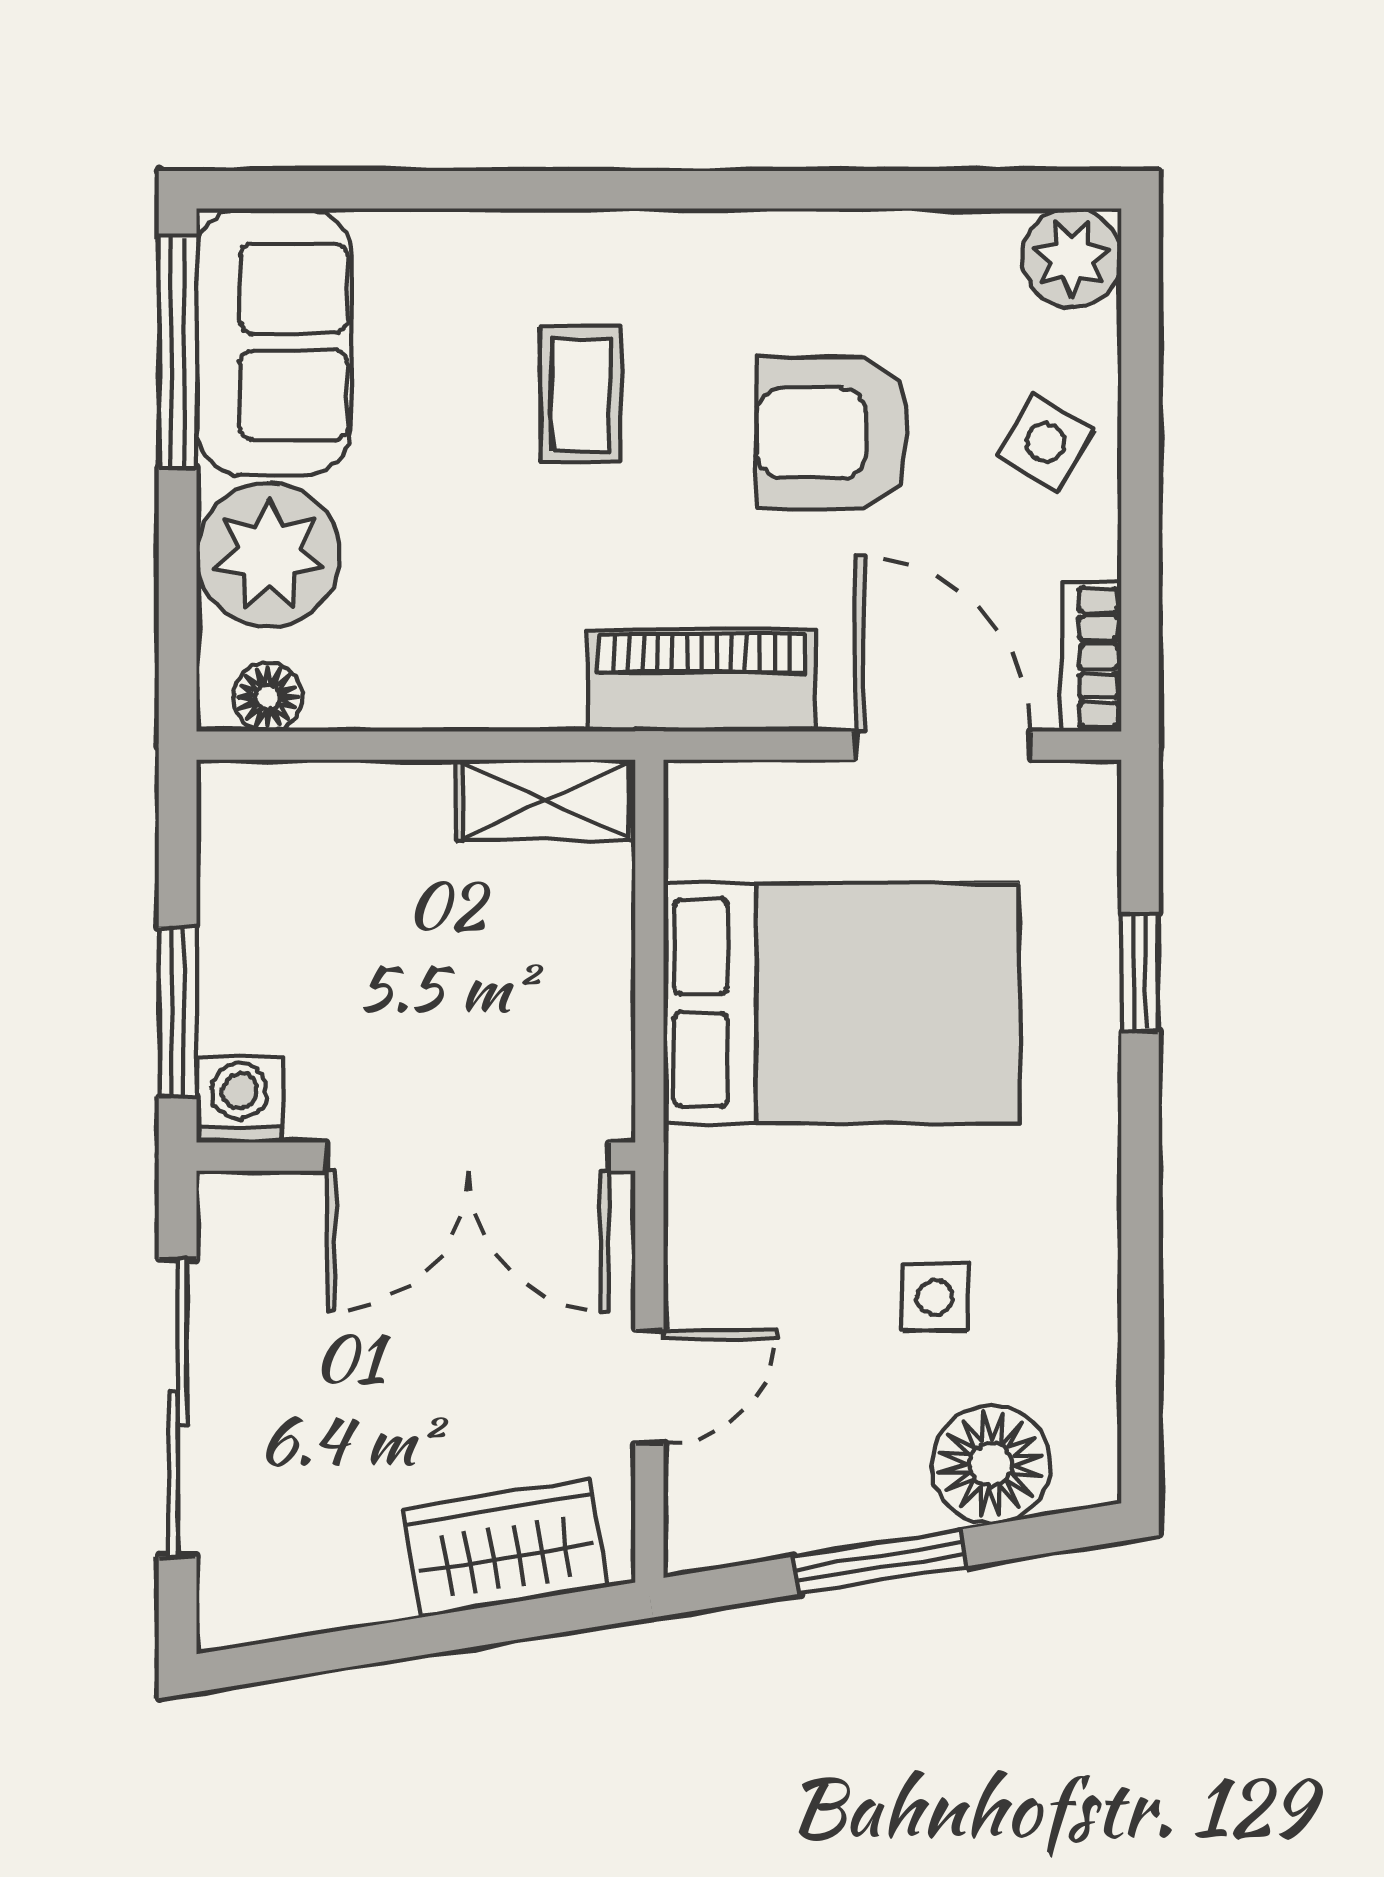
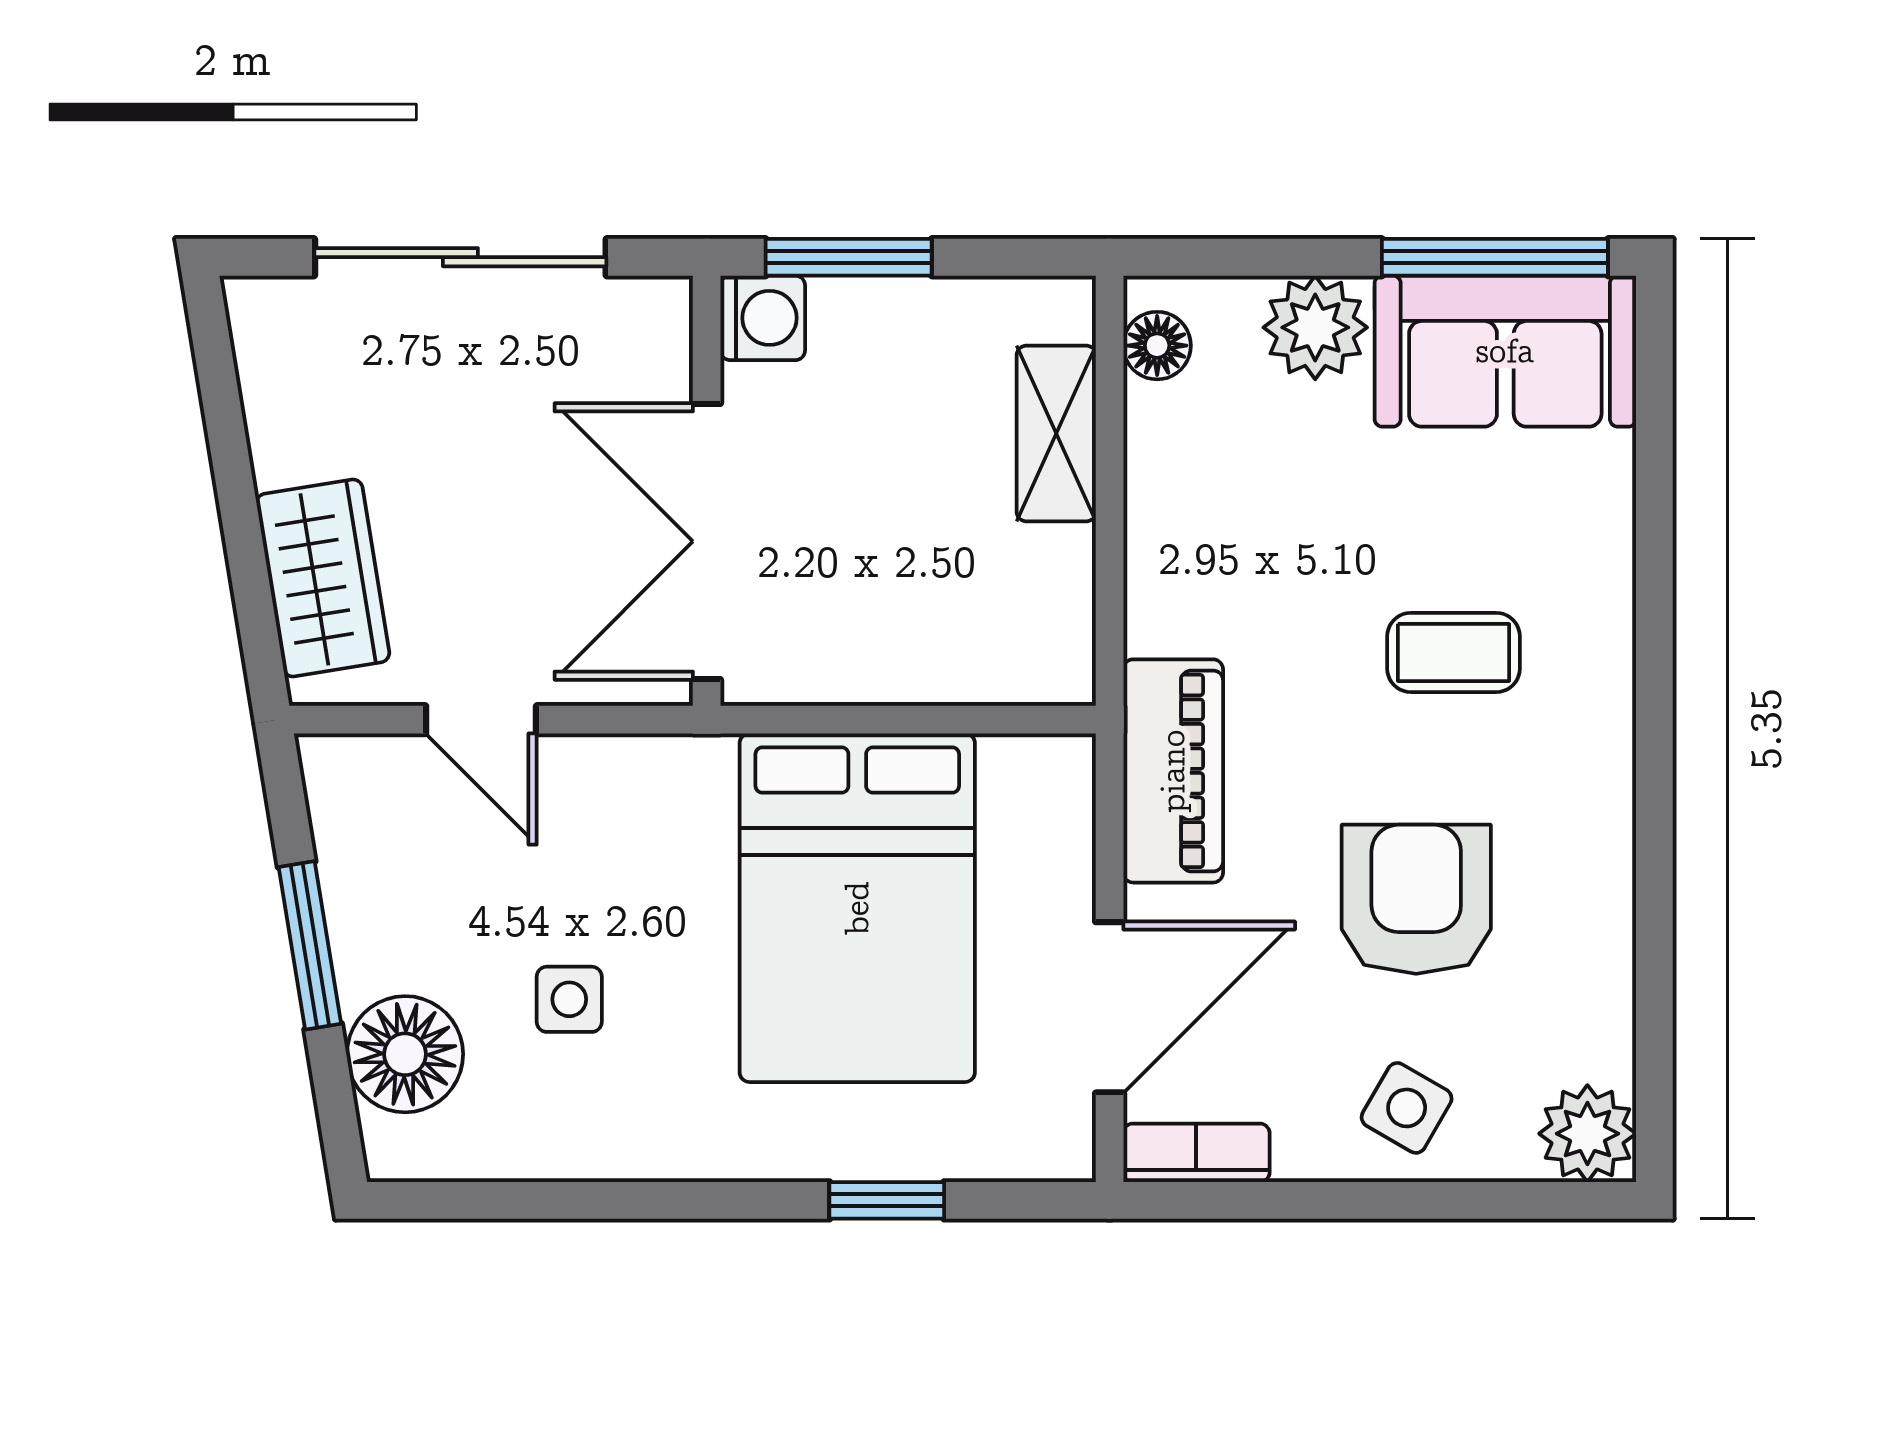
plant: (269, 555) -> (1315, 327), width x0.73, depth x0.73
shelving: (546, 800) -> (1056, 433), moved

